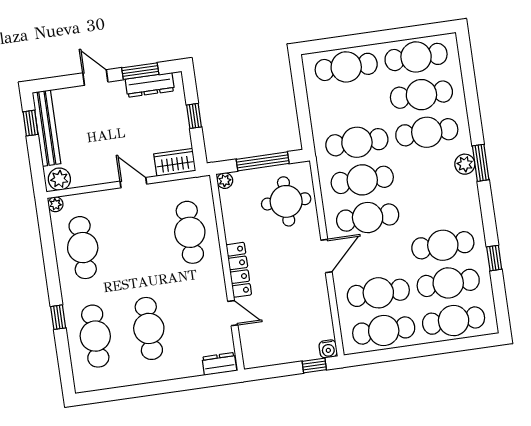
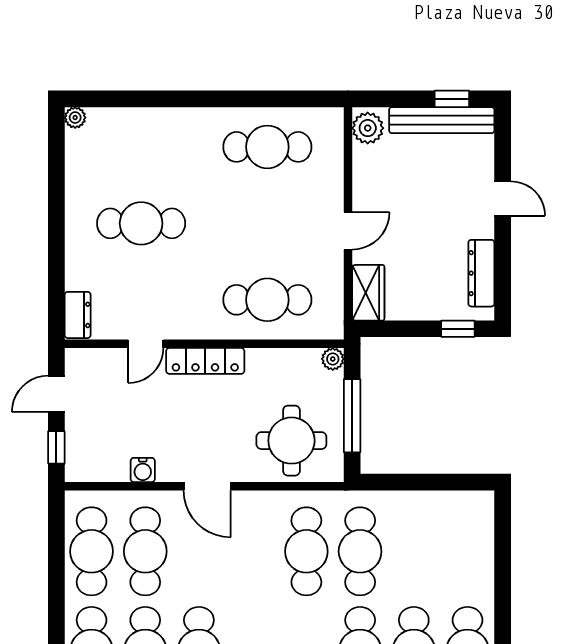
cafe table: (346, 67) -> (468, 551), removed
window: (140, 71) -> (503, 263), removed
door: (95, 77) -> (503, 199), hinge flipped
window: (194, 116) -> (458, 329), moved
plant: (55, 204) -> (75, 118), moved
cafe table: (368, 218) -> (253, 551), removed
window: (58, 317) -> (175, 99), removed
cafe table: (95, 336) -> (141, 147), removed
water cooler: (328, 349) -> (143, 470), moved, turned -90
door: (277, 371) -> (56, 394), added

